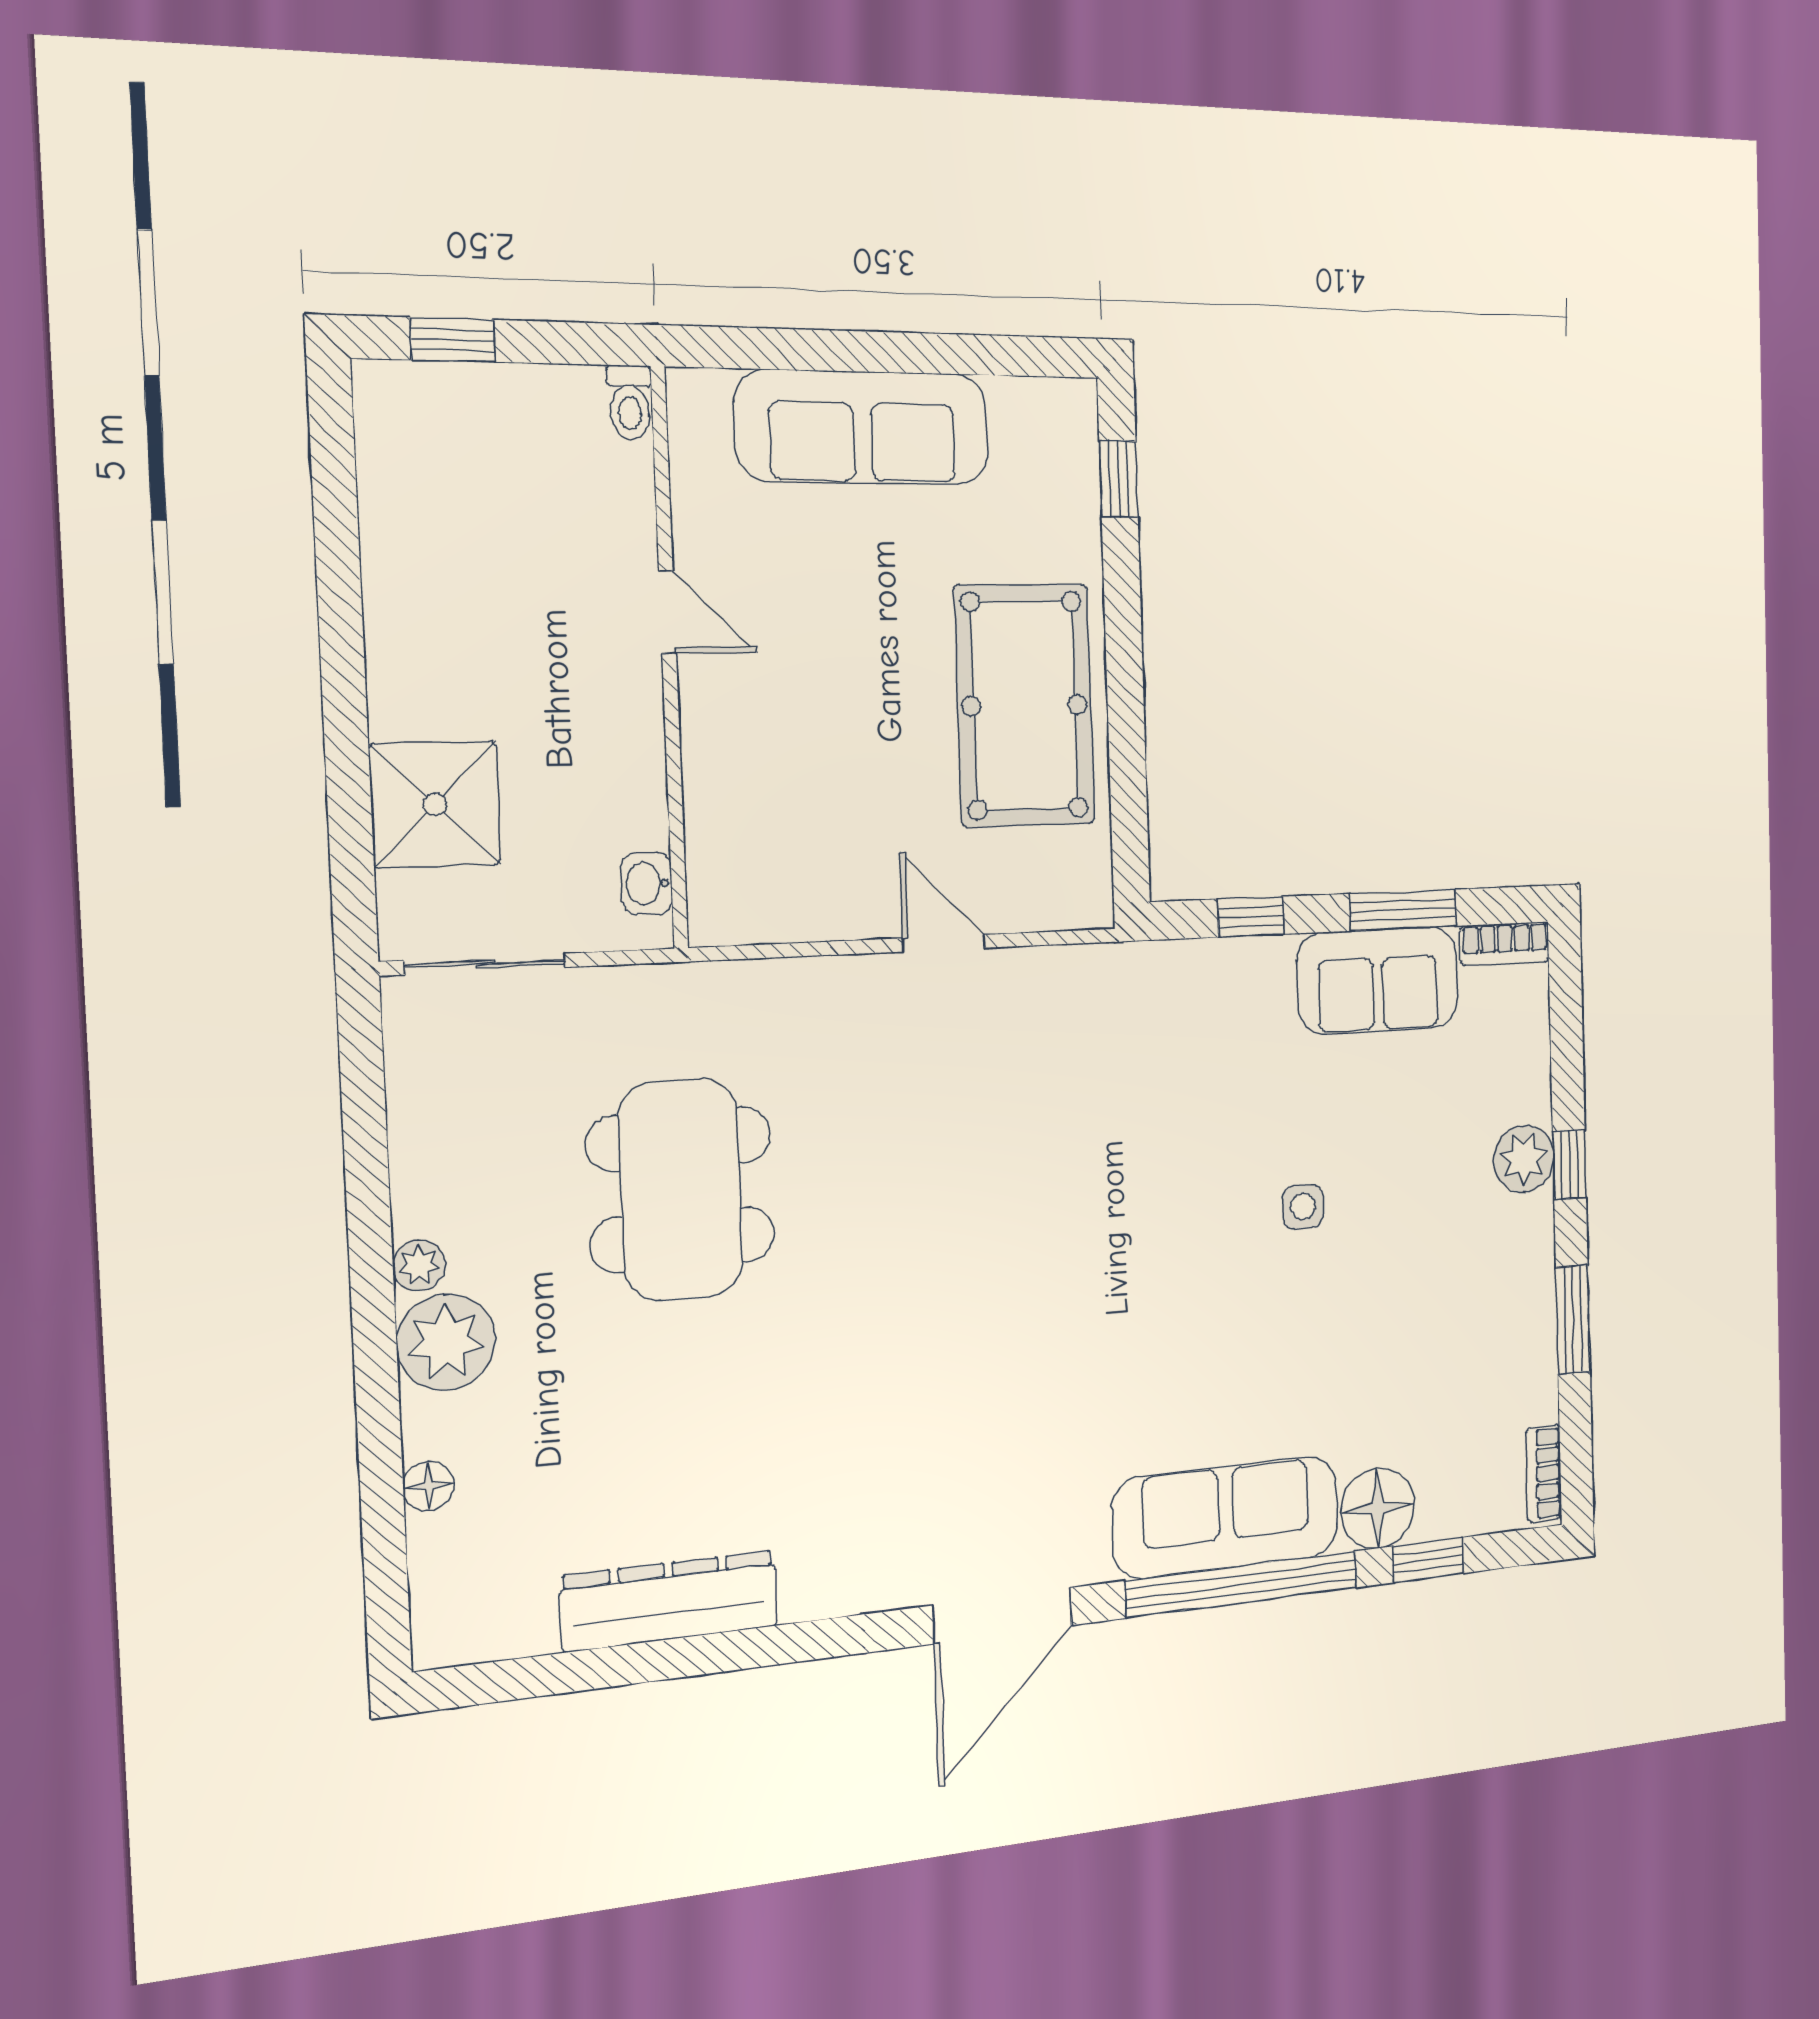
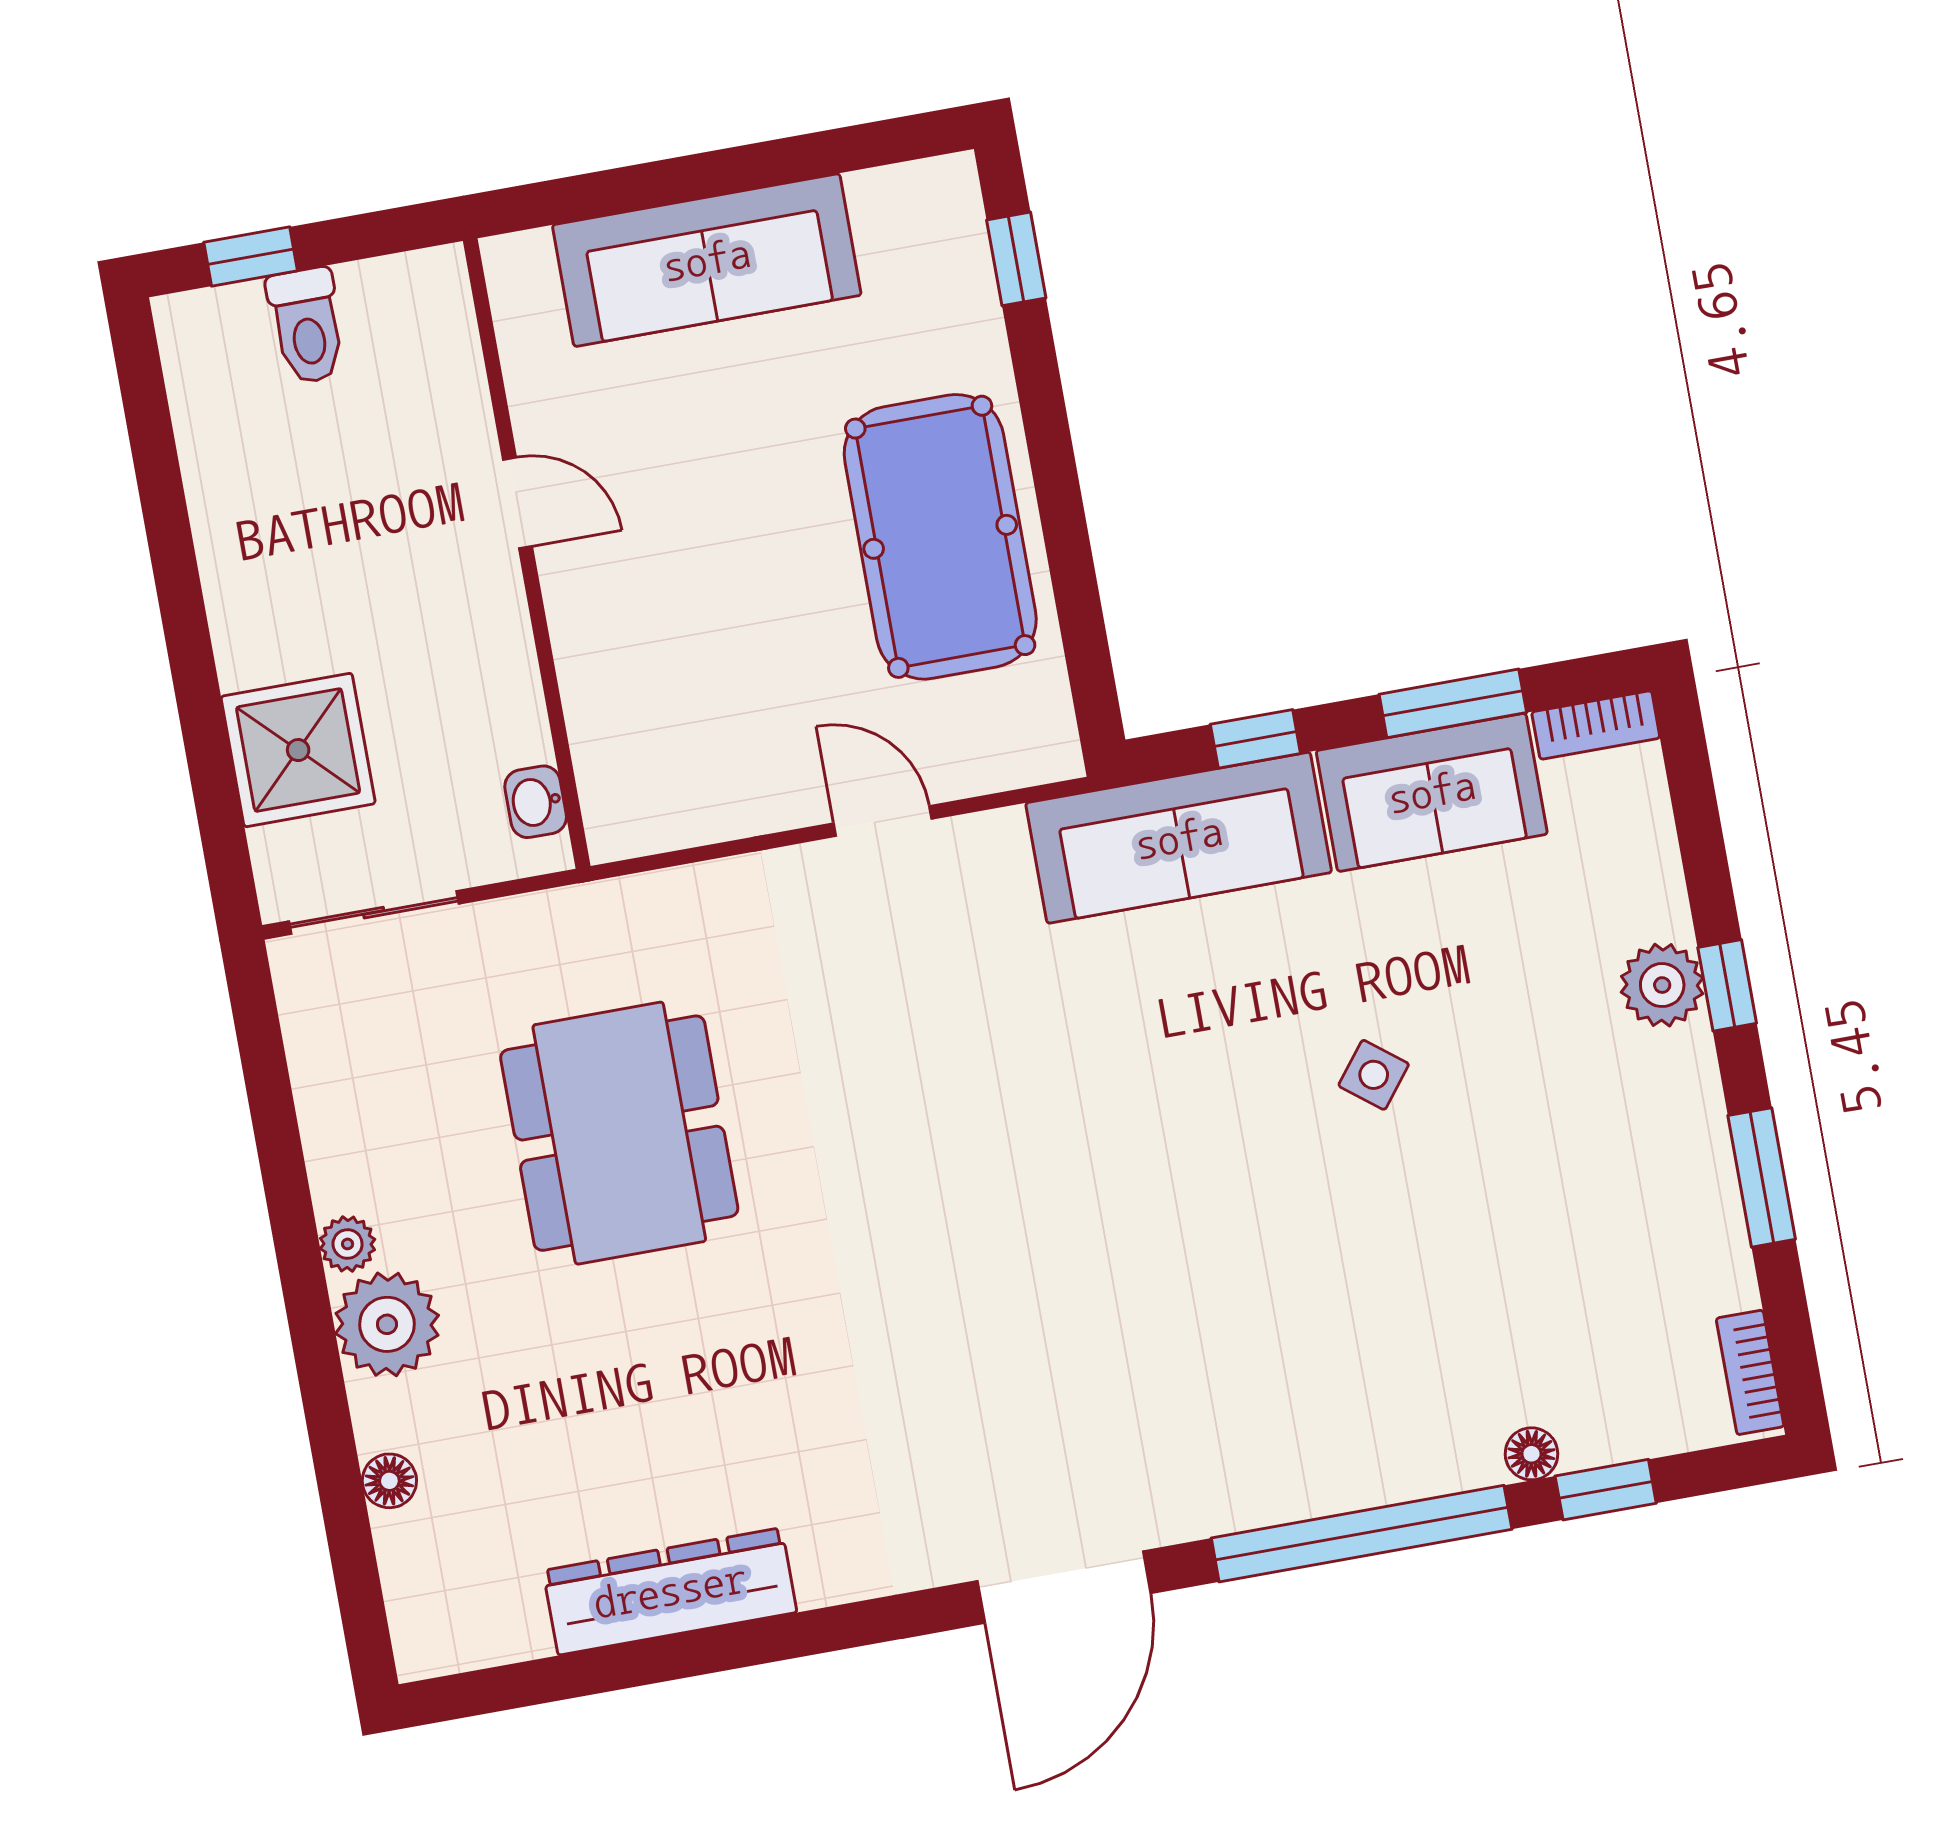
toilet: (630, 403) -> (307, 326), moved, width x1.37, depth x1.39
side table: (1303, 1207) -> (1374, 1075), turned 38
floor lamp: (1378, 1508) -> (1531, 1454), width x0.53, depth x0.53
sofa: (1226, 1517) -> (1179, 838), moved, turned 180

